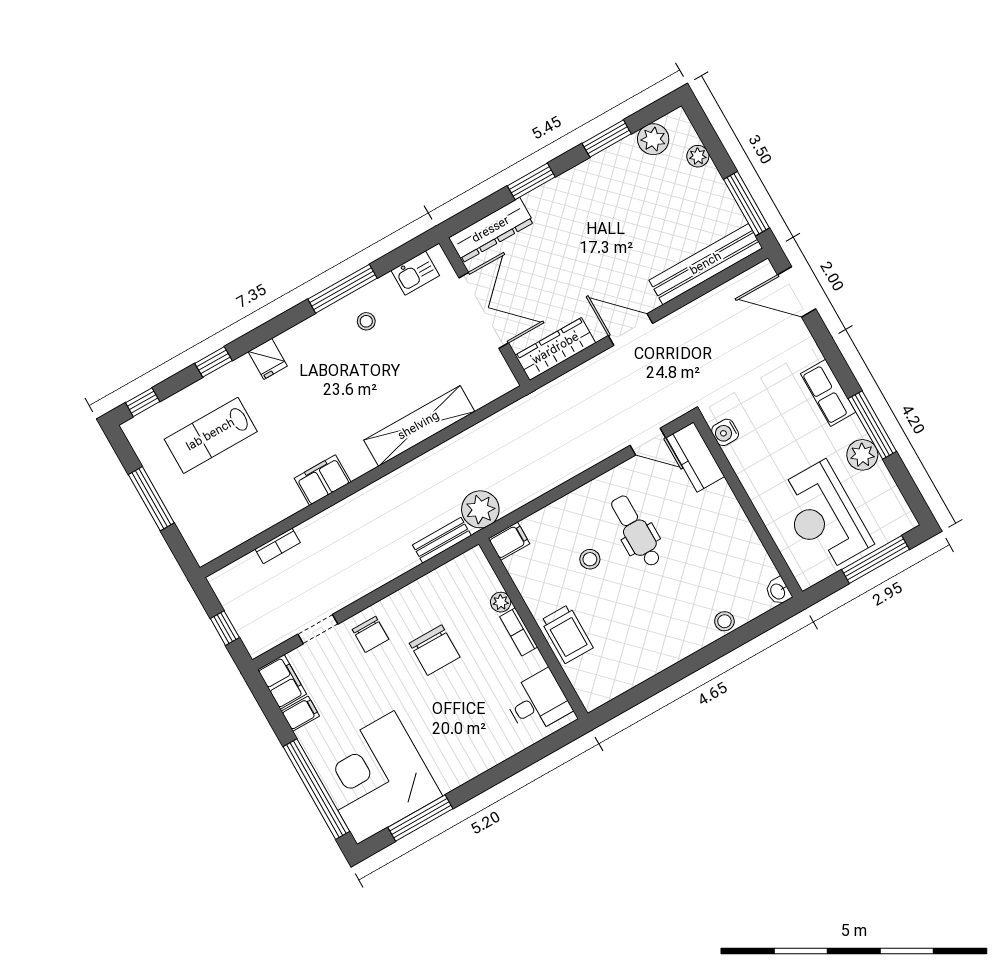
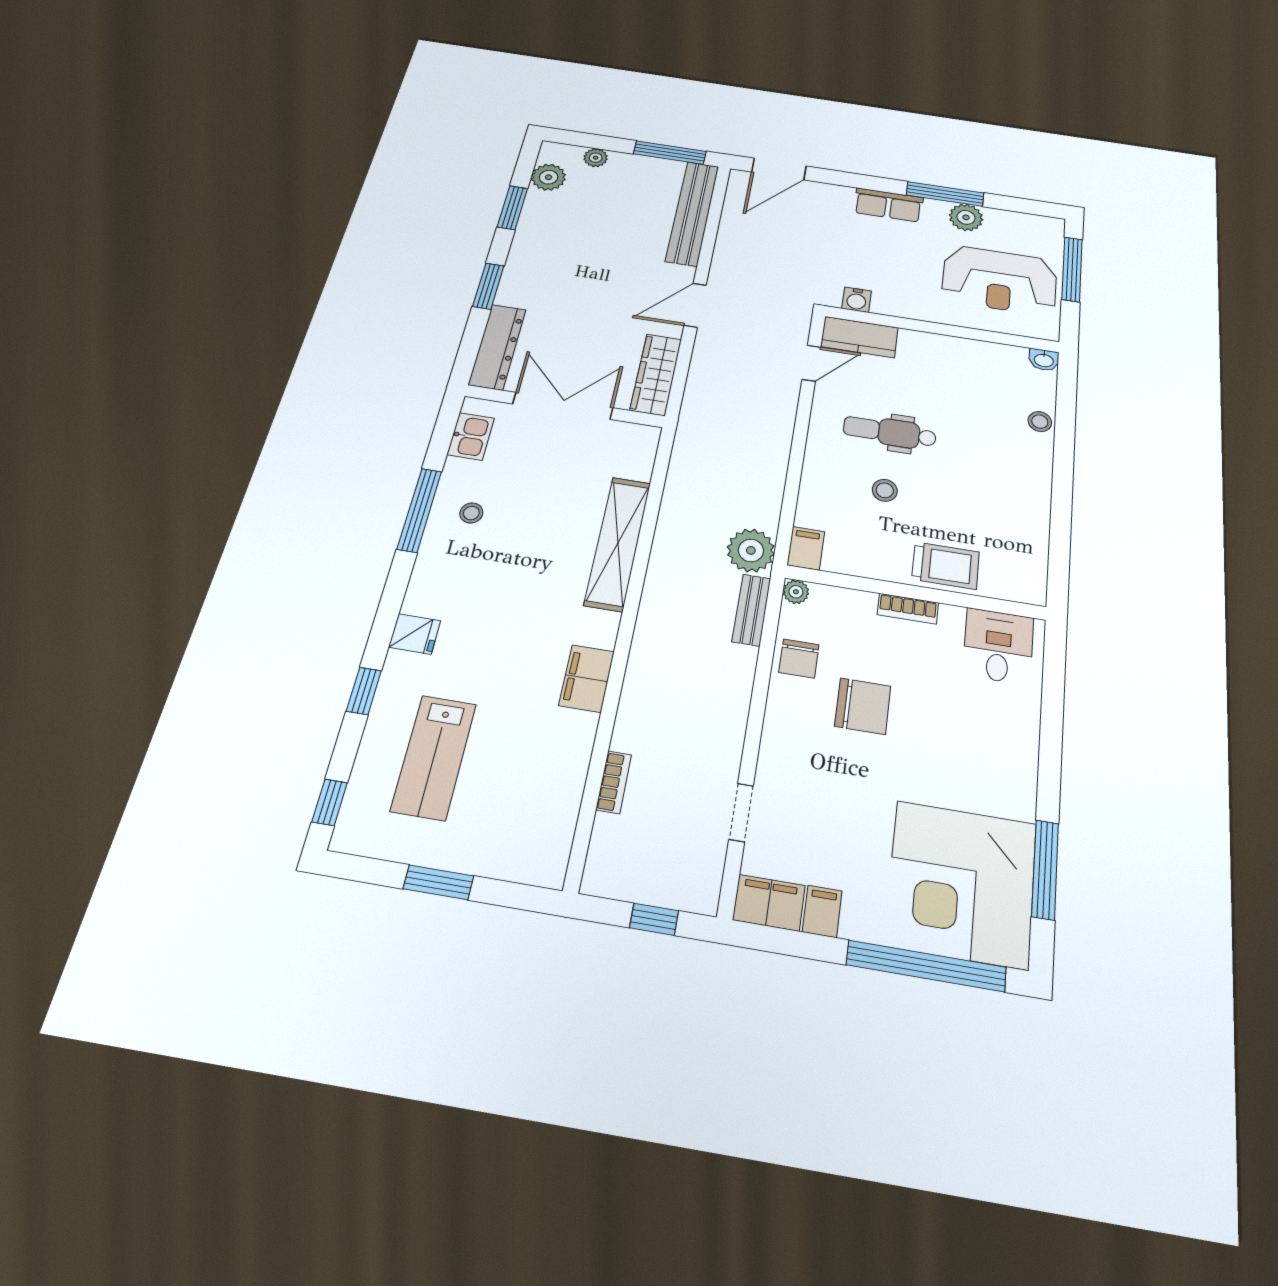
window: (151, 499) -> (438, 882), width x0.69
plant: (501, 602) -> (796, 592), moved
chair: (370, 634) -> (799, 659), moved, turned 90

